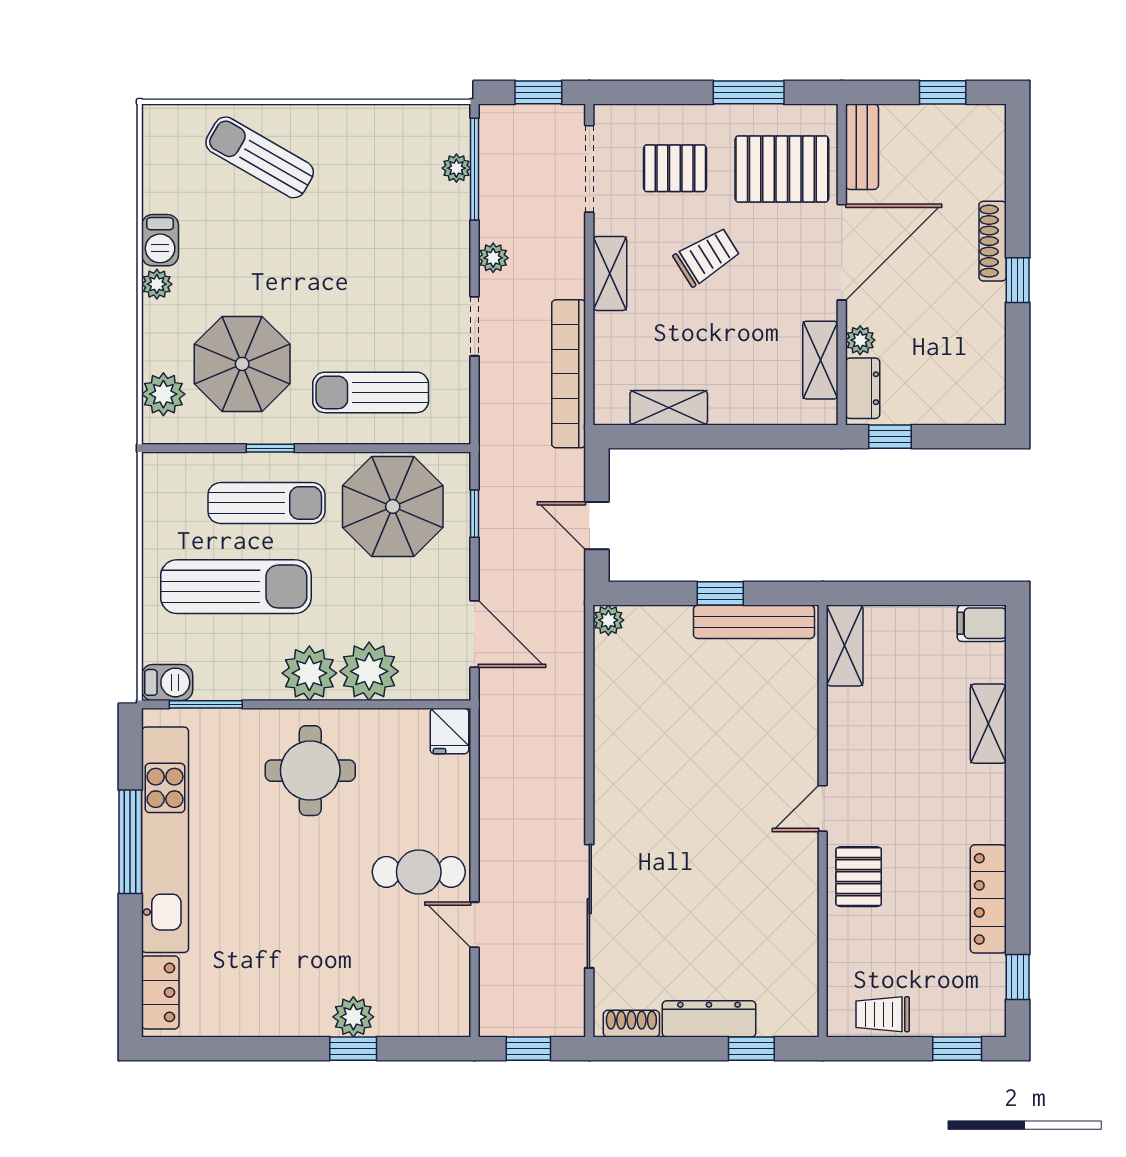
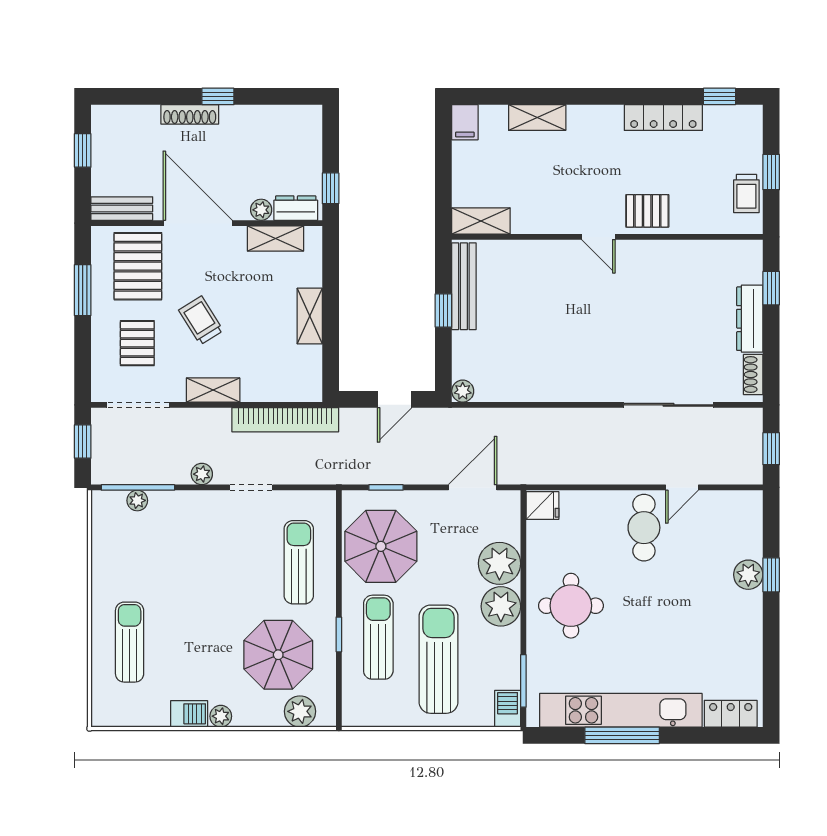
sun lounger: (260, 157) -> (130, 642), turned 150
sun lounger: (371, 392) -> (299, 562), turned 180
shelving: (669, 408) -> (310, 316), moved
window: (957, 1049) -> (771, 172), moved

